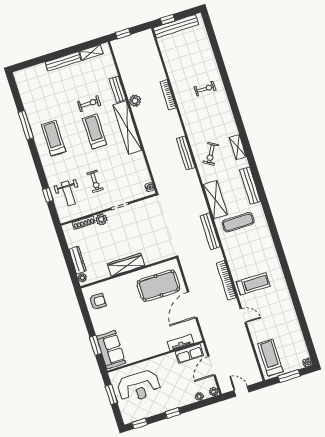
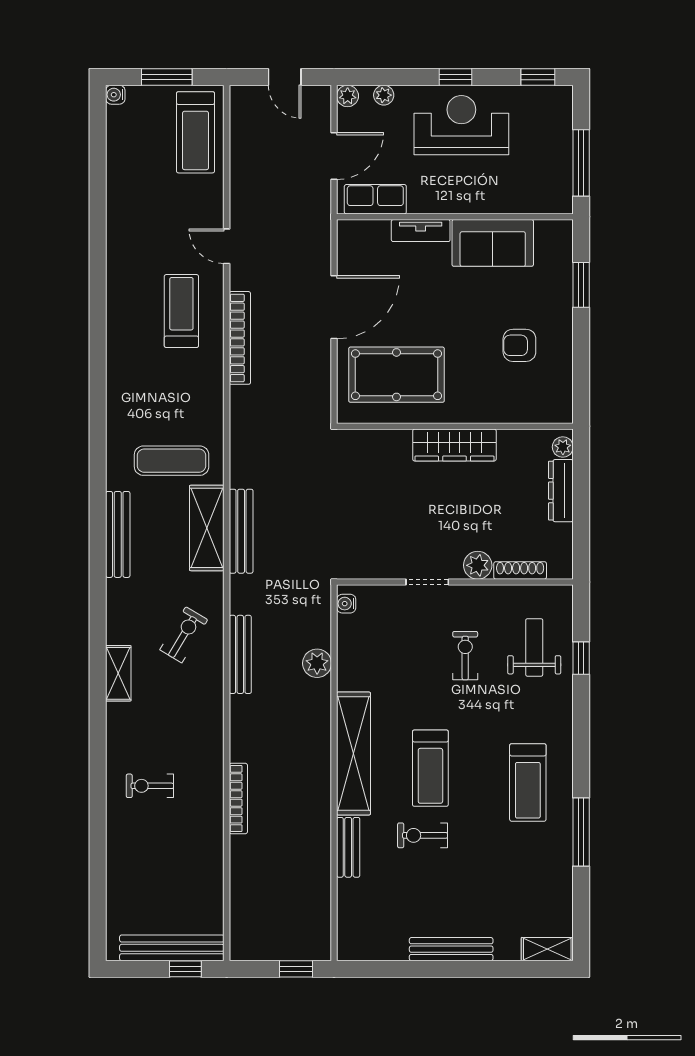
shelving: (91, 52) -> (547, 949), moved
plant: (135, 101) -> (317, 663), moved
shelving: (238, 147) -> (118, 673), moved
bench: (210, 231) -> (241, 531), moved
treadmill: (253, 284) -> (181, 311), turned 90
armchair: (98, 302) -> (519, 345), moved
tv unit: (180, 342) -> (421, 231), moved
sofa: (111, 350) -> (493, 243), moved, turned -90
reception desk: (139, 386) -> (461, 125), moved
window: (111, 394) -> (581, 163), width x1.44

